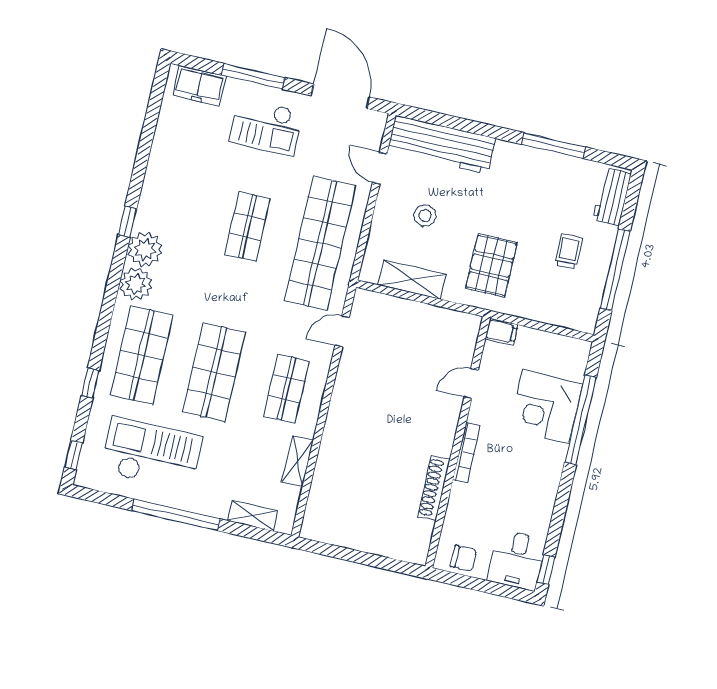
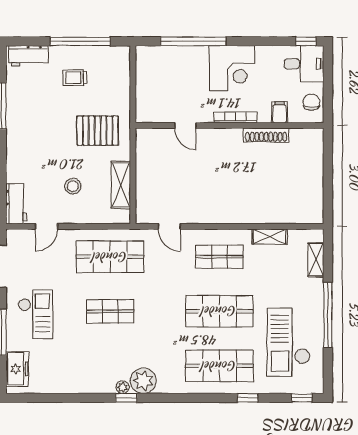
workbench: (441, 145) -> (16, 204), width x0.53, depth x0.76
shop shelf: (320, 243) -> (110, 257), width x0.71
plant: (136, 284) -> (123, 387), moved, width x0.53, depth x0.53
filing cabinet: (501, 332) -> (280, 112), moved
corner desk: (546, 407) -> (232, 68), moved

